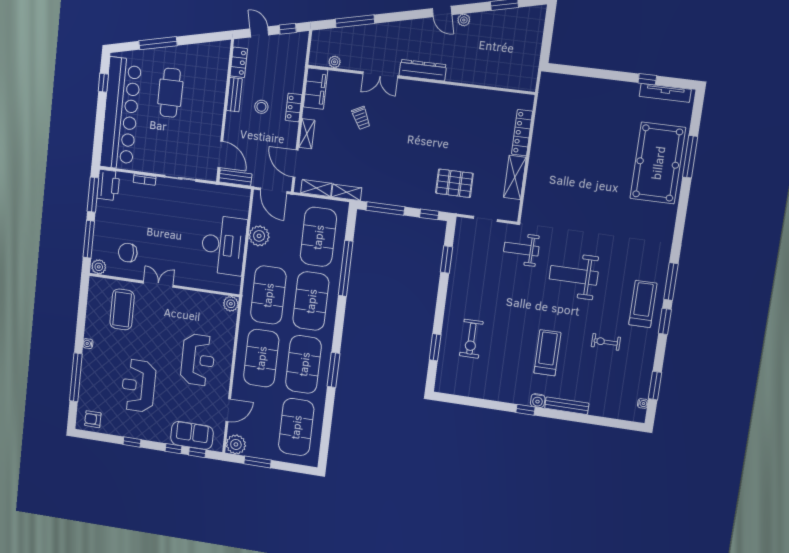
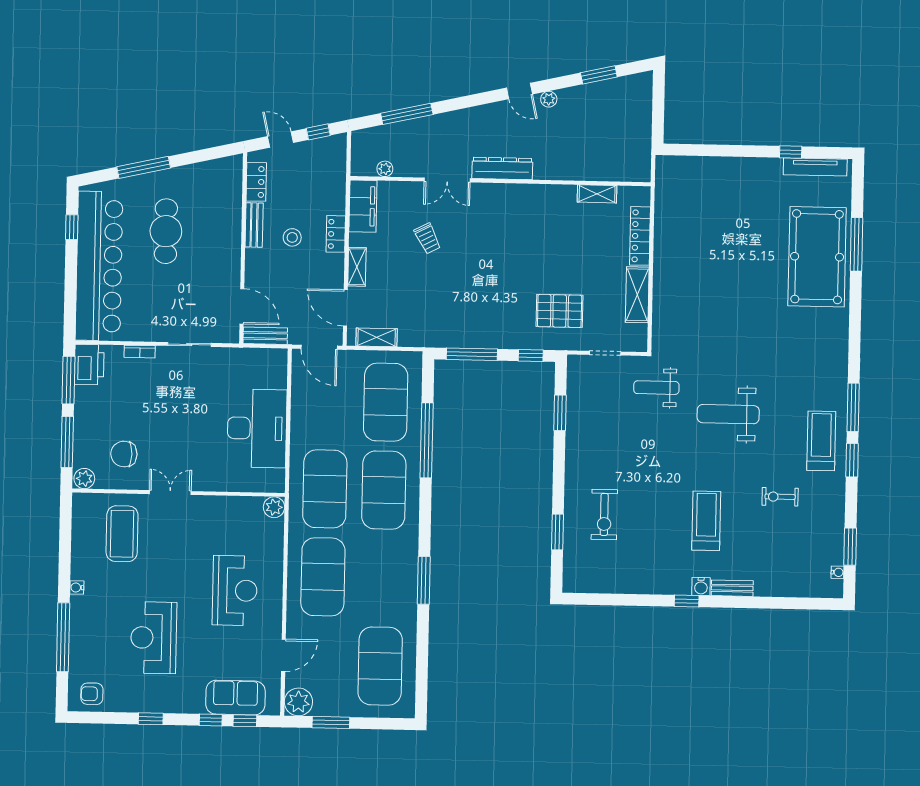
shelving: (347, 192) -> (597, 194), moved
plant: (259, 236) -> (305, 410), removed
exercise mat: (304, 364) -> (382, 578), removed
bench: (567, 406) -> (732, 588), width x0.73

